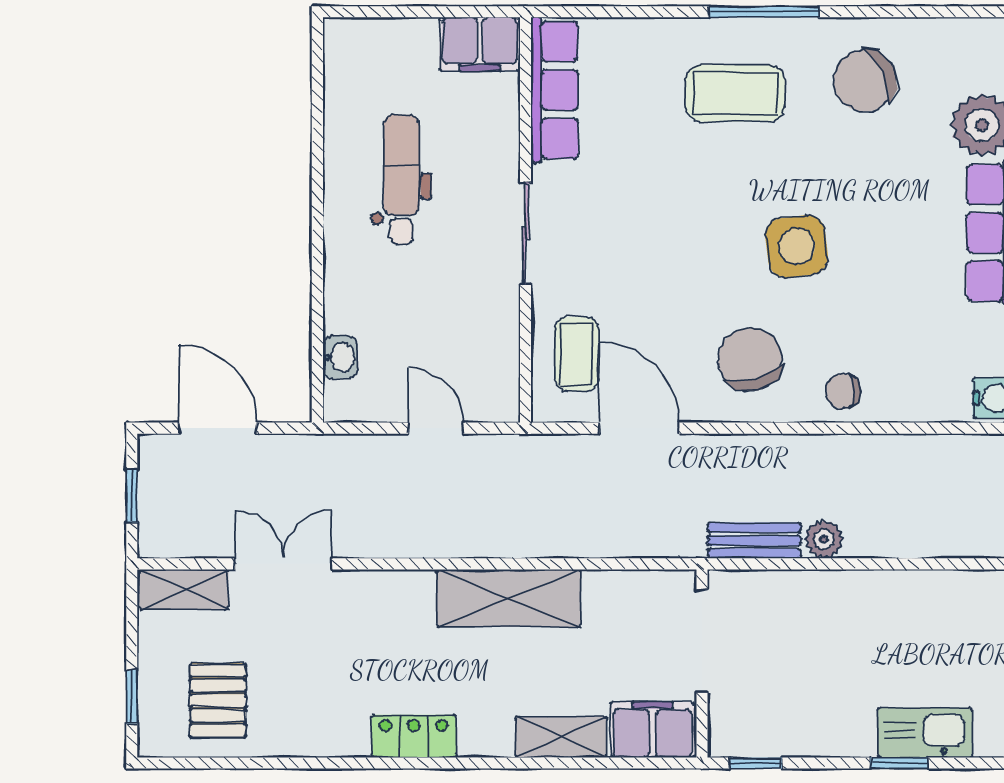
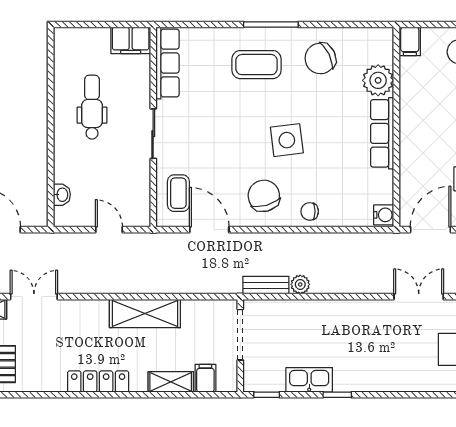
filing cabinet: (653, 730) -> (205, 378), width x0.50
kitchen sink: (925, 733) -> (309, 380), moved
locker: (414, 736) -> (98, 382), width x1.53

